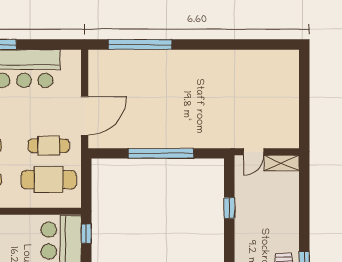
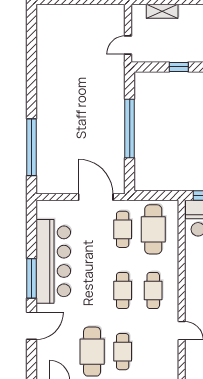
door: (254, 152) -> (128, 45), swing flipped
shelving: (282, 163) -> (162, 11), moved, turned 90

